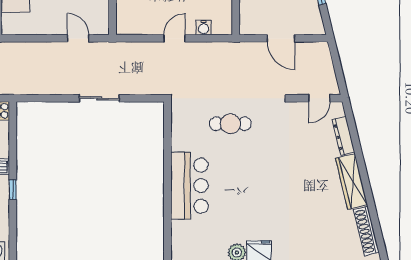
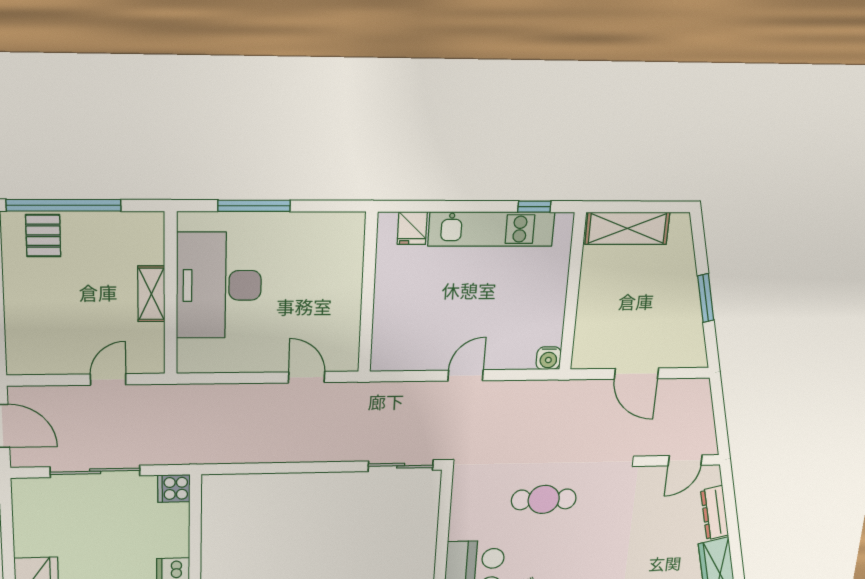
water cooler: (204, 28) -> (549, 358), moved
sliding door: (99, 98) -> (401, 466), moved

